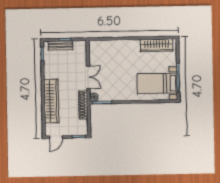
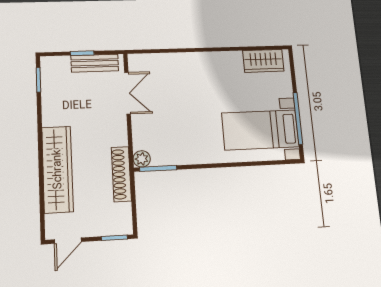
bench: (61, 45) -> (95, 63), moved
wardrobe: (156, 45) -> (263, 61), width x0.67
double door: (88, 77) -> (127, 93), moved

